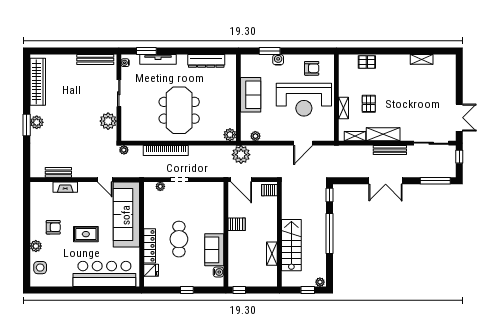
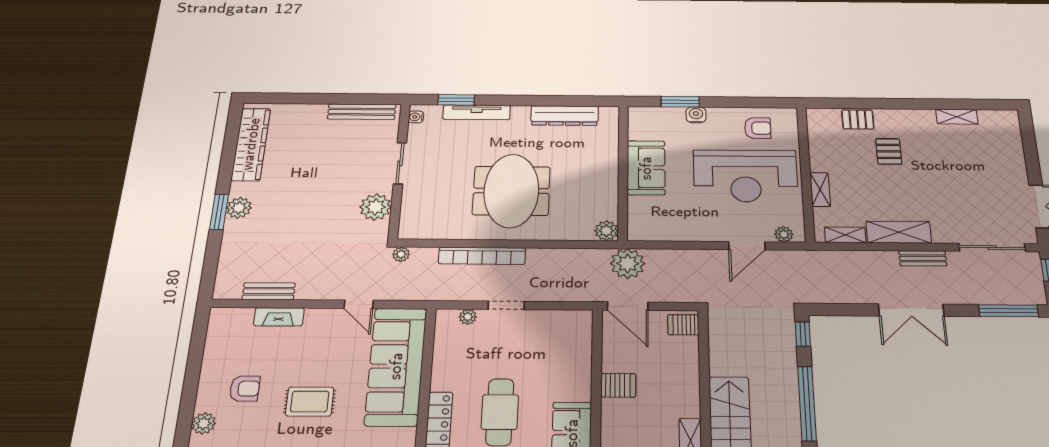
pallet: (369, 104) -> (889, 151), moved
plant: (255, 136) -> (784, 234), moved
bench: (390, 150) -> (923, 258), width x0.73

